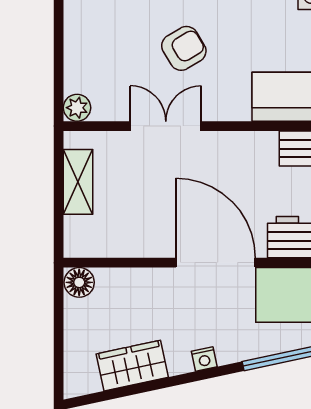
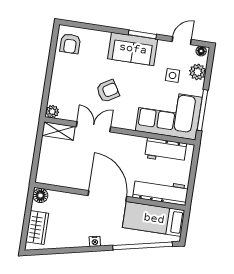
shelving: (78, 182) -> (59, 131), moved, turned 90
wardrobe: (132, 366) -> (37, 227), moved, turned 102

